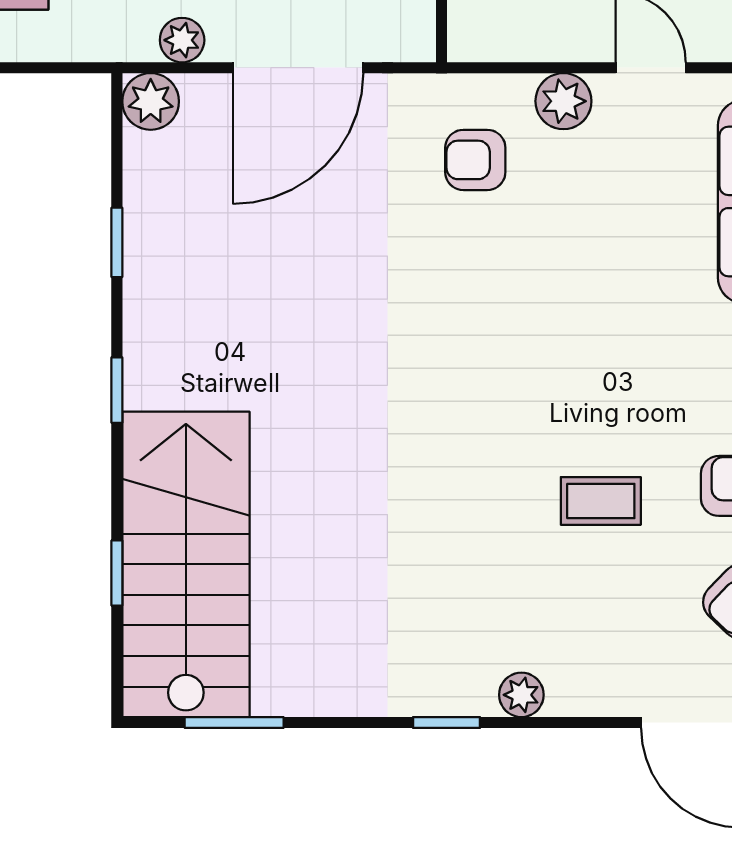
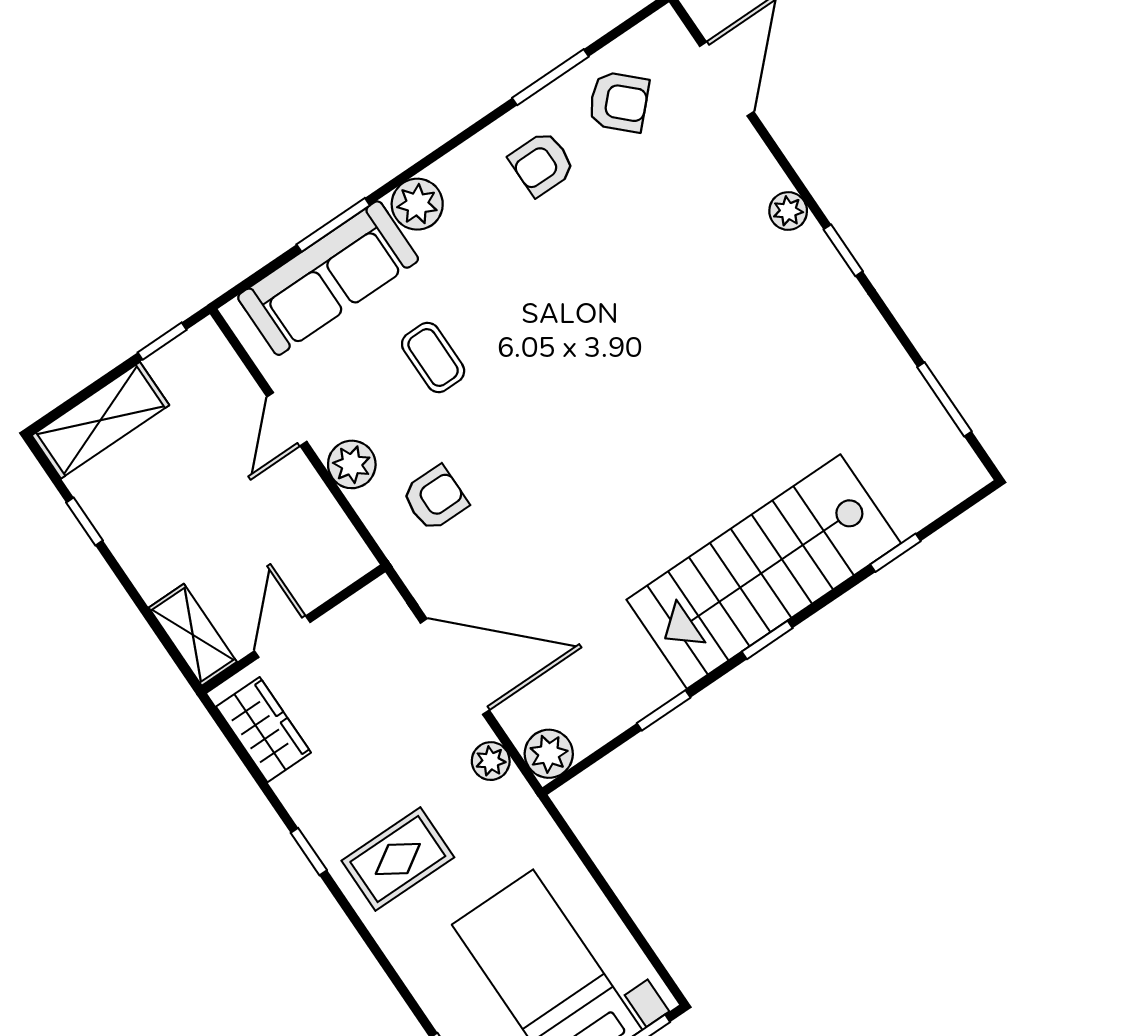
armchair: (475, 160) -> (435, 498), turned -90
coffee table: (601, 501) -> (433, 357), moved
stairs: (186, 564) -> (764, 572), moved

